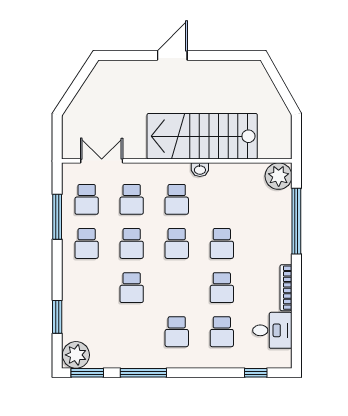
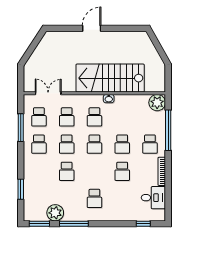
school desk: (222, 332) -> (150, 144), moved
plant: (76, 355) -> (55, 213), moved

